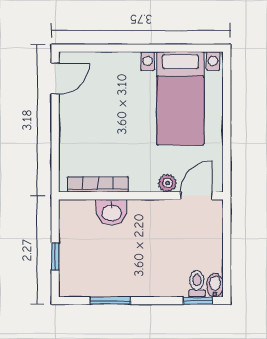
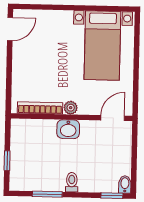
plant: (167, 183) -> (71, 108), moved
washbasin: (112, 212) -> (68, 129), moved
toilet: (197, 284) -> (72, 182), moved

